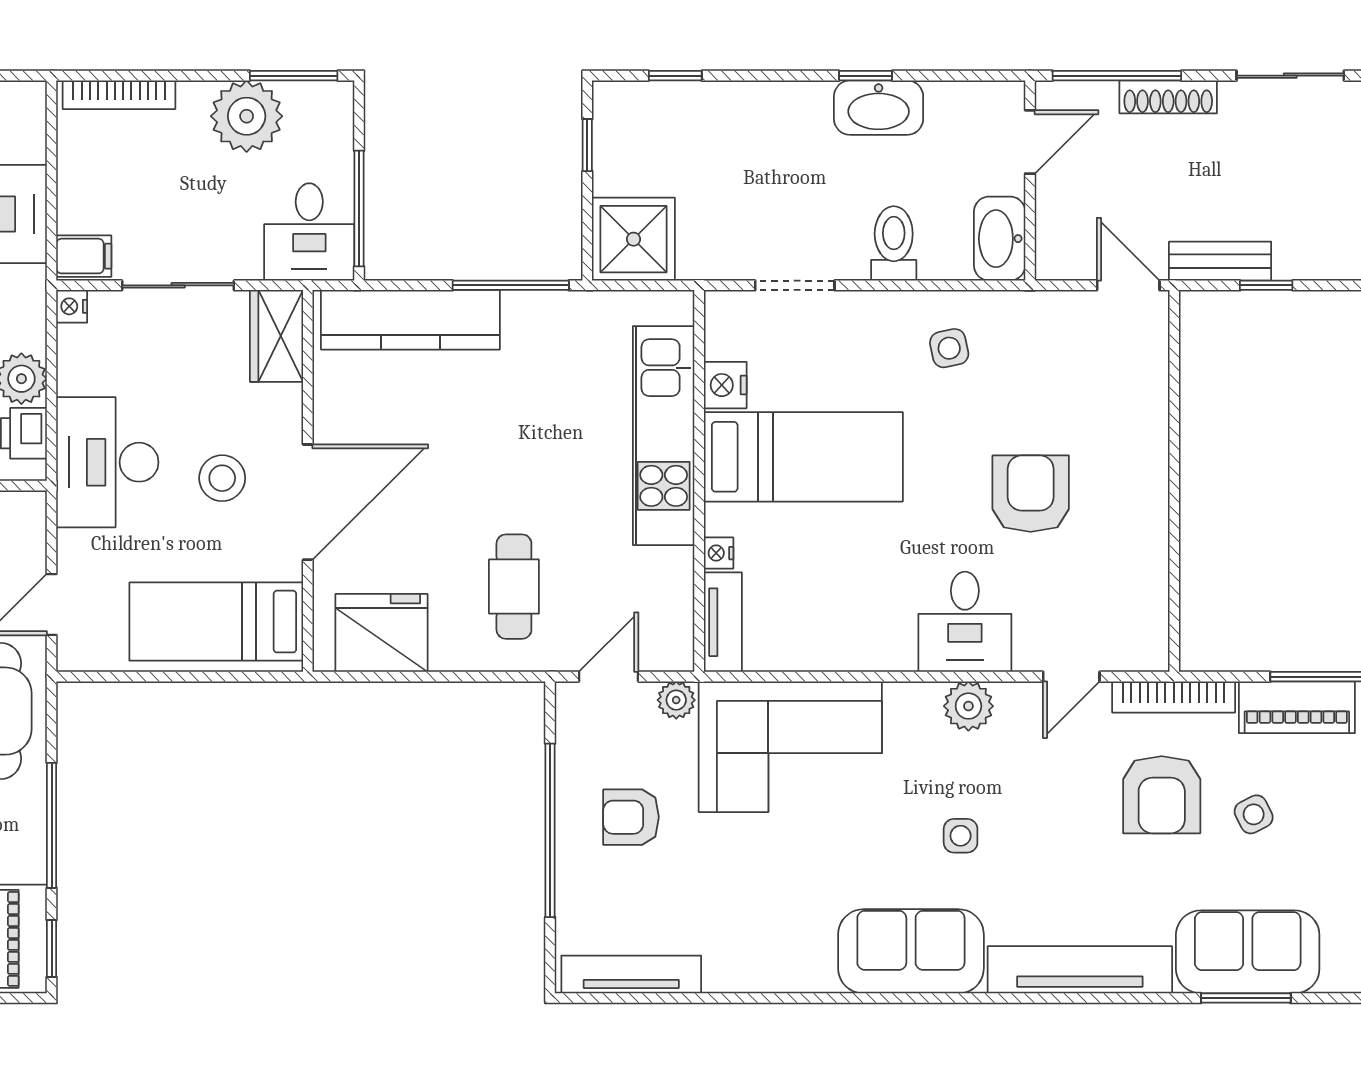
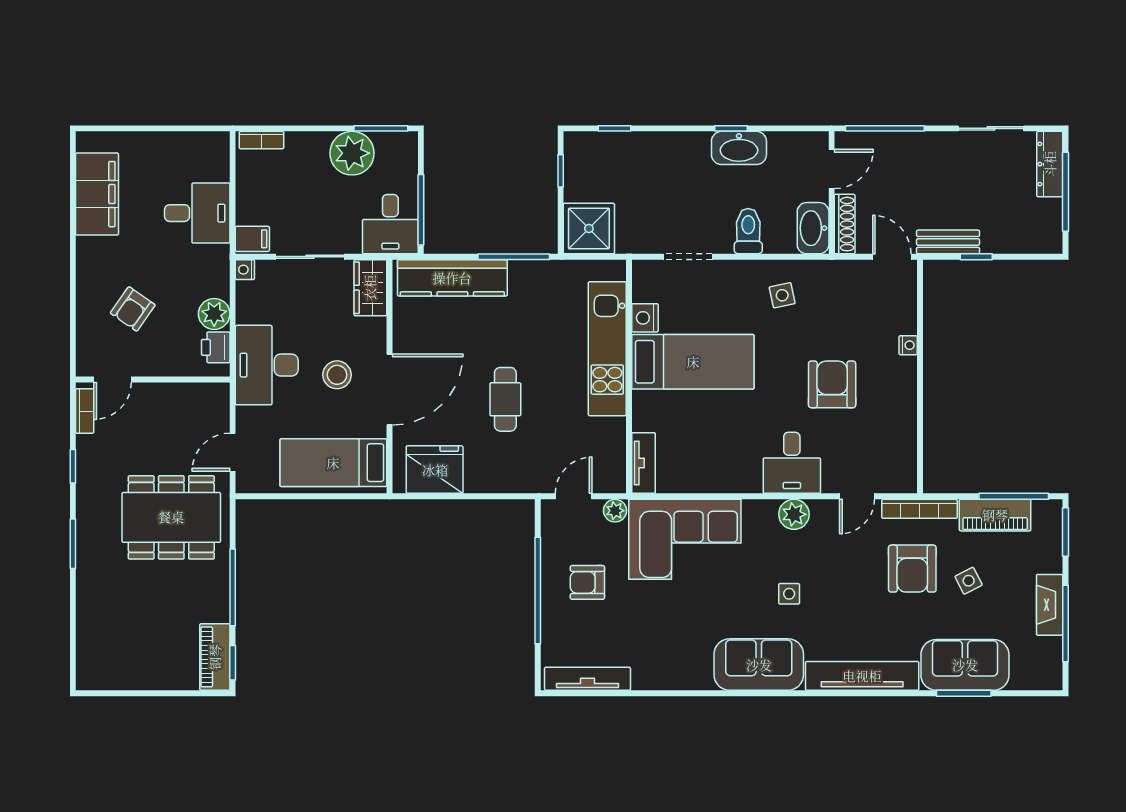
bookcase: (119, 95) -> (261, 140), width x0.64
shoe rack: (1168, 97) -> (845, 224), moved, turned -90
nightstand: (719, 553) -> (908, 345), moved, turned 180
cafe table: (514, 587) -> (505, 399), moved

